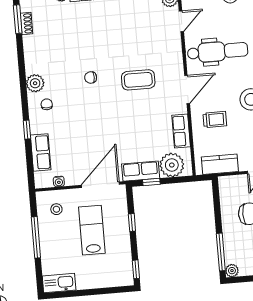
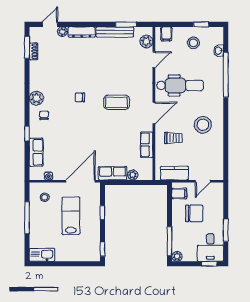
plant: (172, 165) -> (133, 175), width x0.53, depth x0.53
window: (151, 182) -> (120, 182), removed
filing cabinet: (228, 190) -> (179, 193), added

